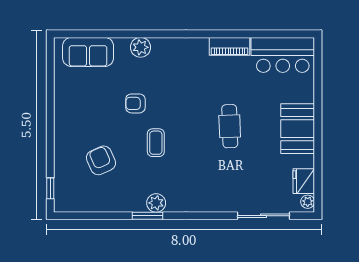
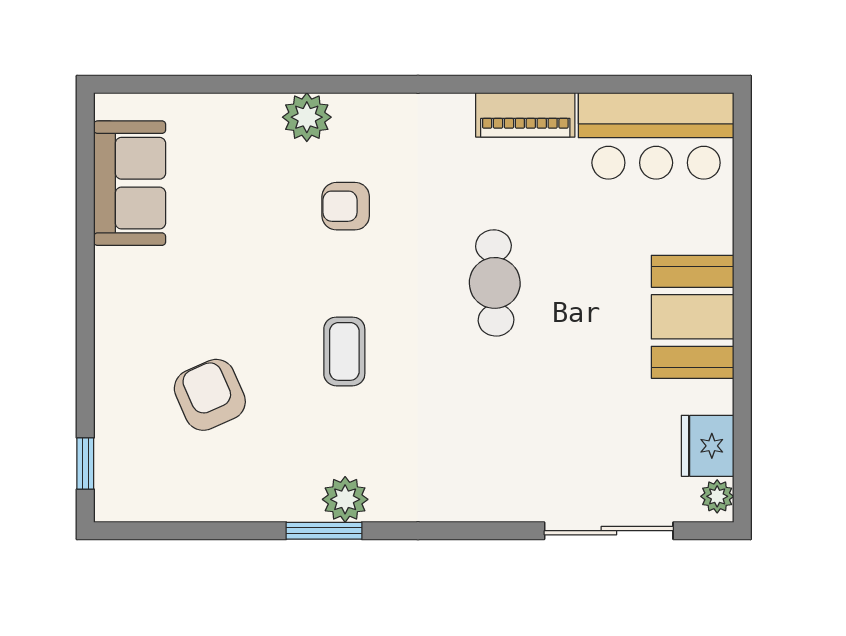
sofa: (88, 52) -> (130, 183), moved, turned -90
armchair: (135, 103) -> (346, 206), moved
cafe table: (230, 126) -> (495, 283), moved

